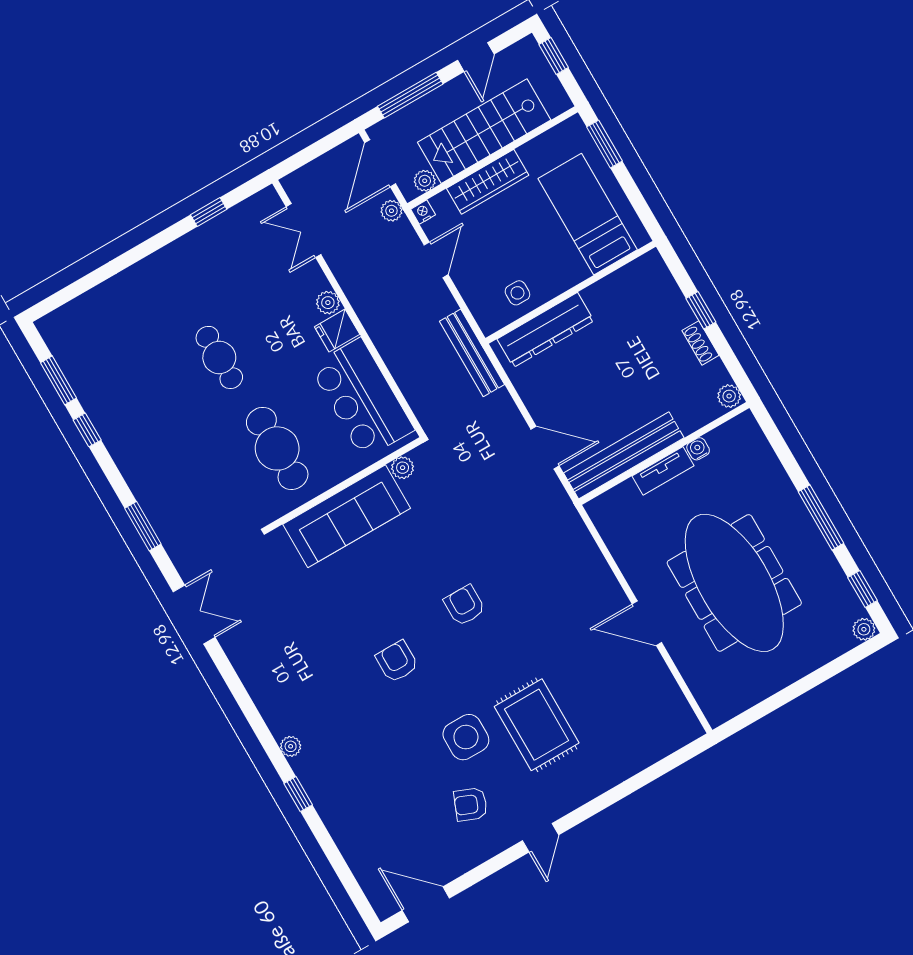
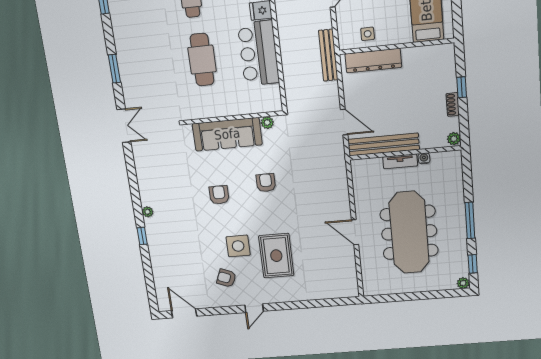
plant: (403, 468) -> (267, 123), moved
wall: (345, 484) -> (233, 118), moved
sofa: (347, 516) -> (227, 134), moved

